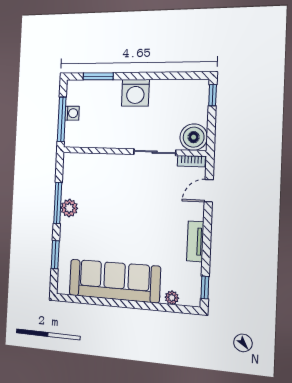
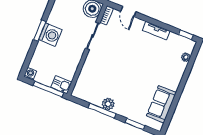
window: (98, 76) -> (40, 31), moved
washing machine: (72, 113) -> (30, 74), moved
kitchen sink: (73, 135) -> (61, 85), added
sofa: (114, 281) -> (161, 104), width x0.54, depth x0.79

